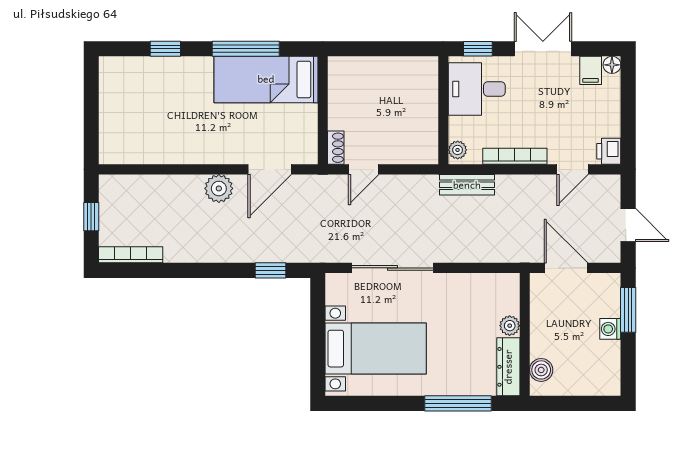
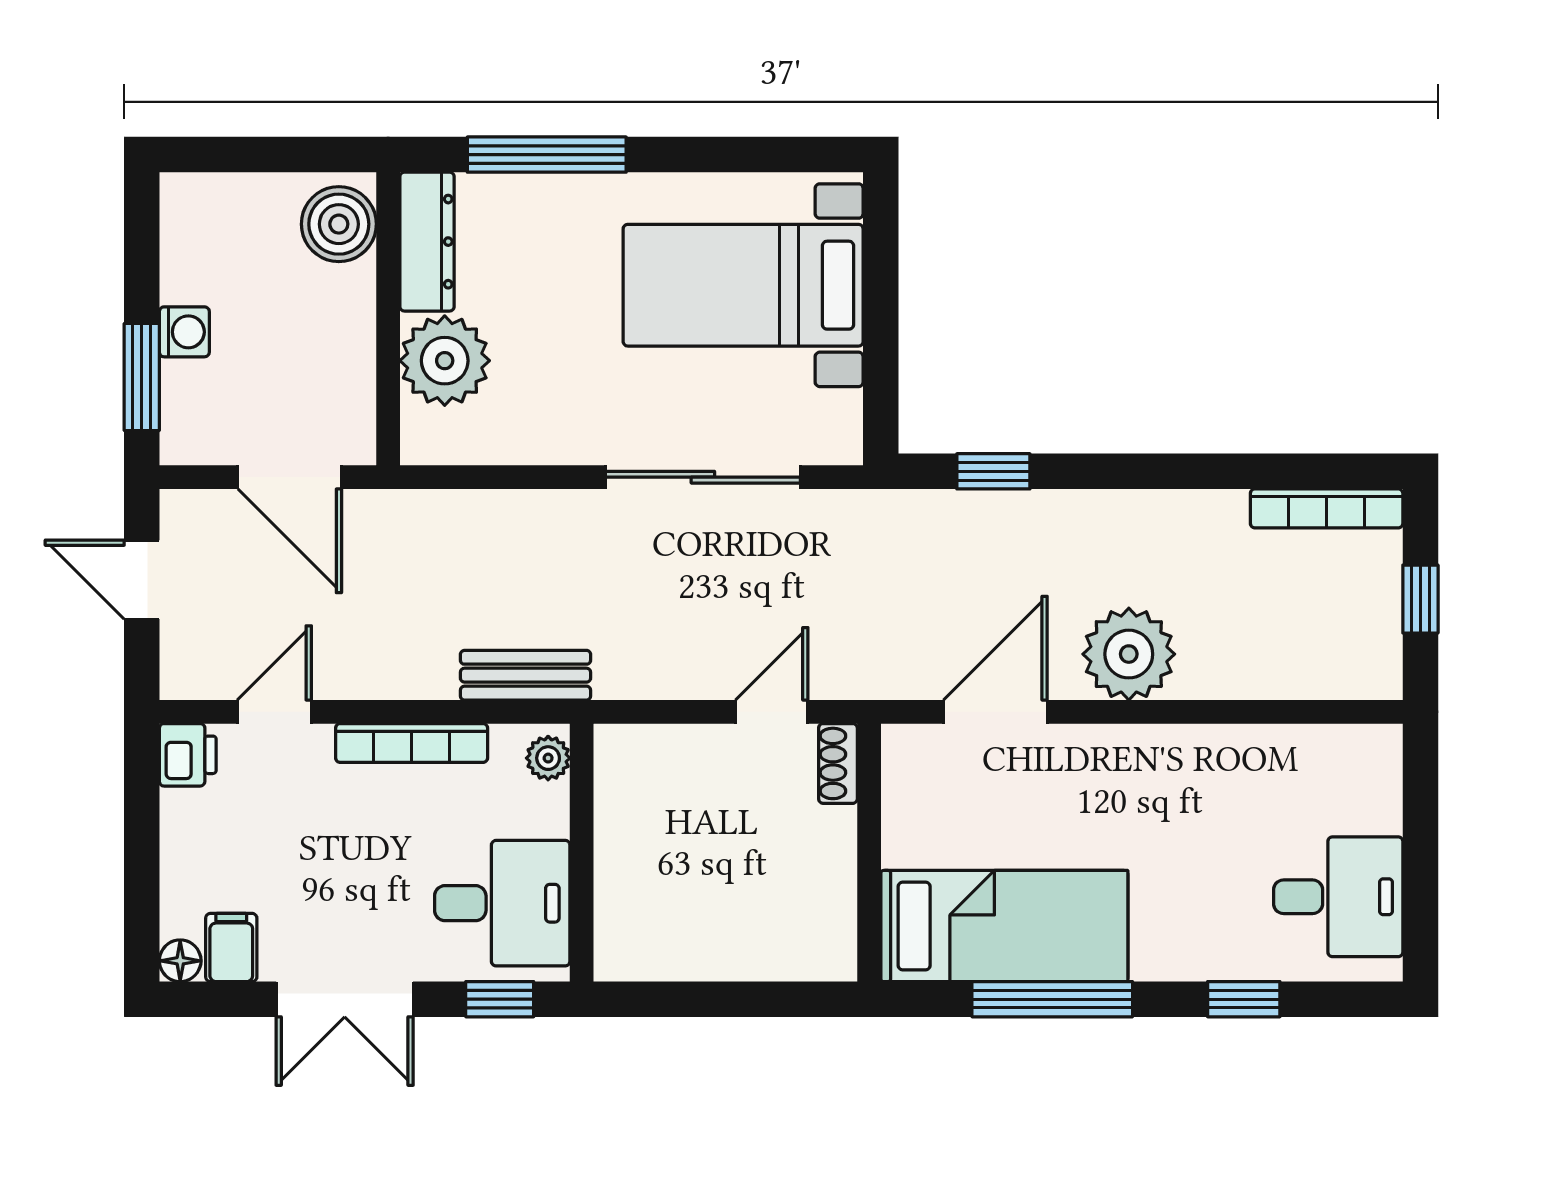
desk: (126, 92) -> (1338, 897), added
plant: (219, 188) -> (1129, 654), width x1.36, depth x1.36
plant: (510, 326) -> (445, 361), width x1.88, depth x1.88
boiler: (541, 370) -> (339, 224), width x1.36, depth x1.36

